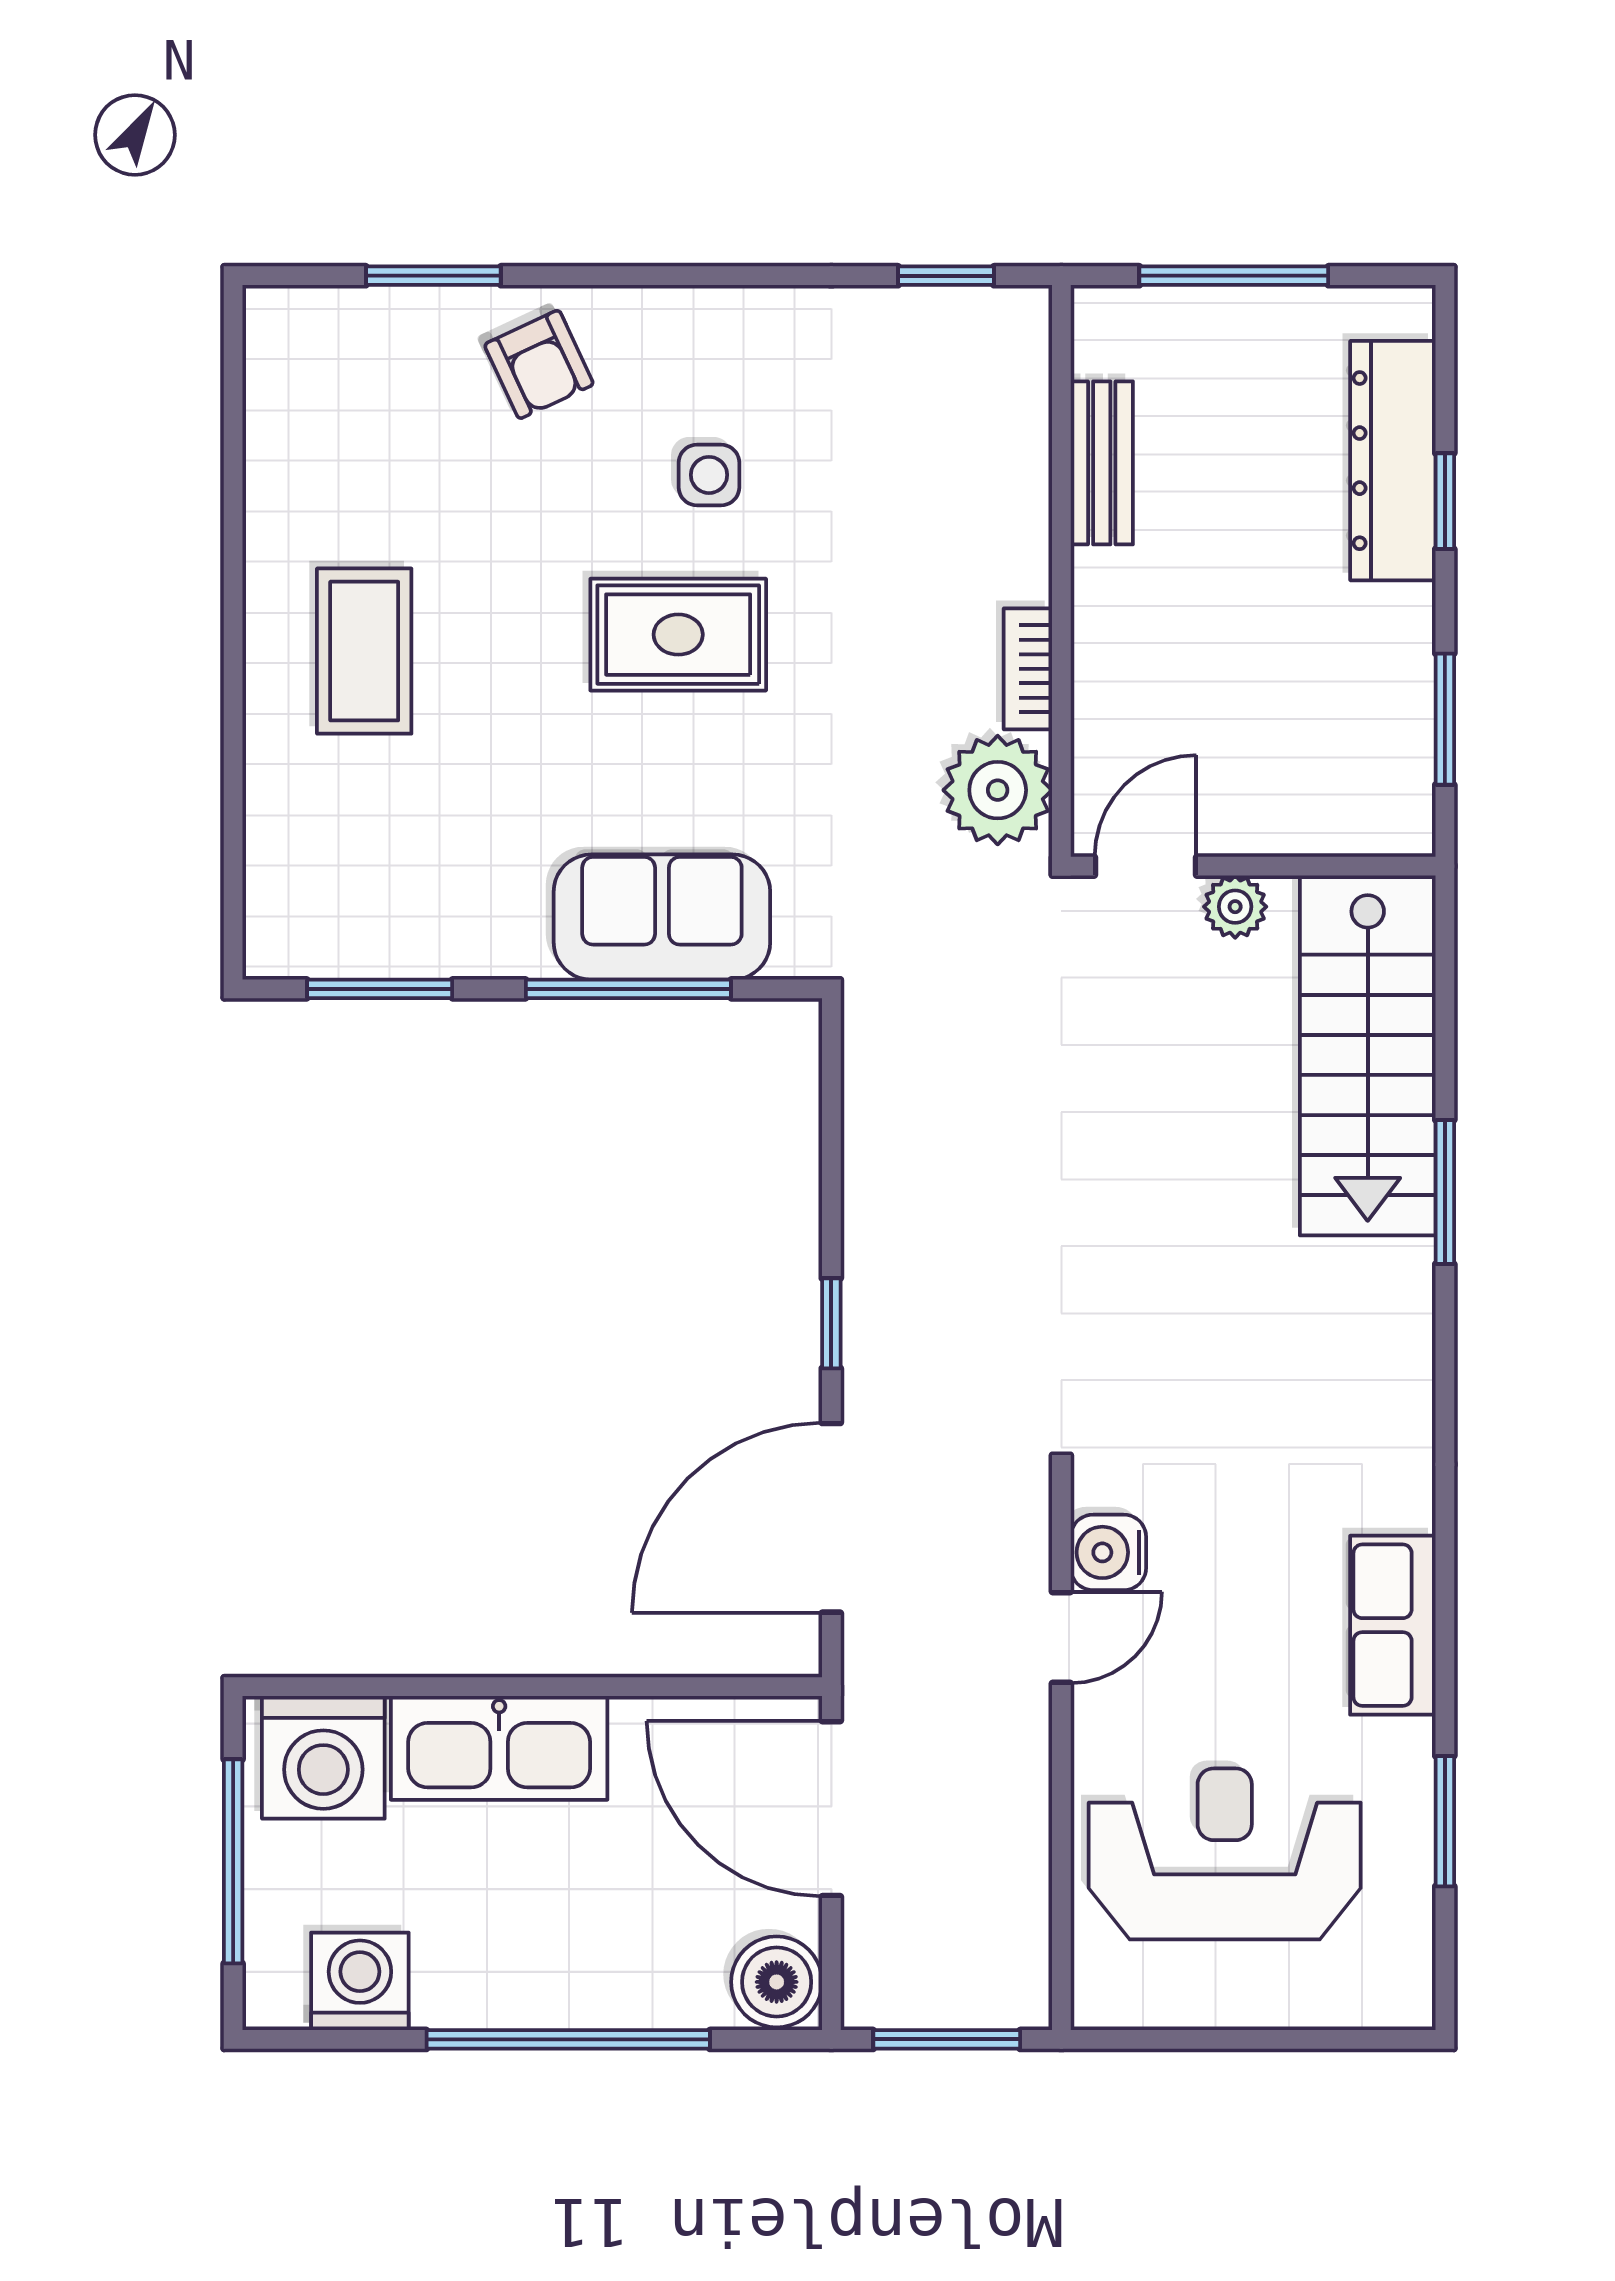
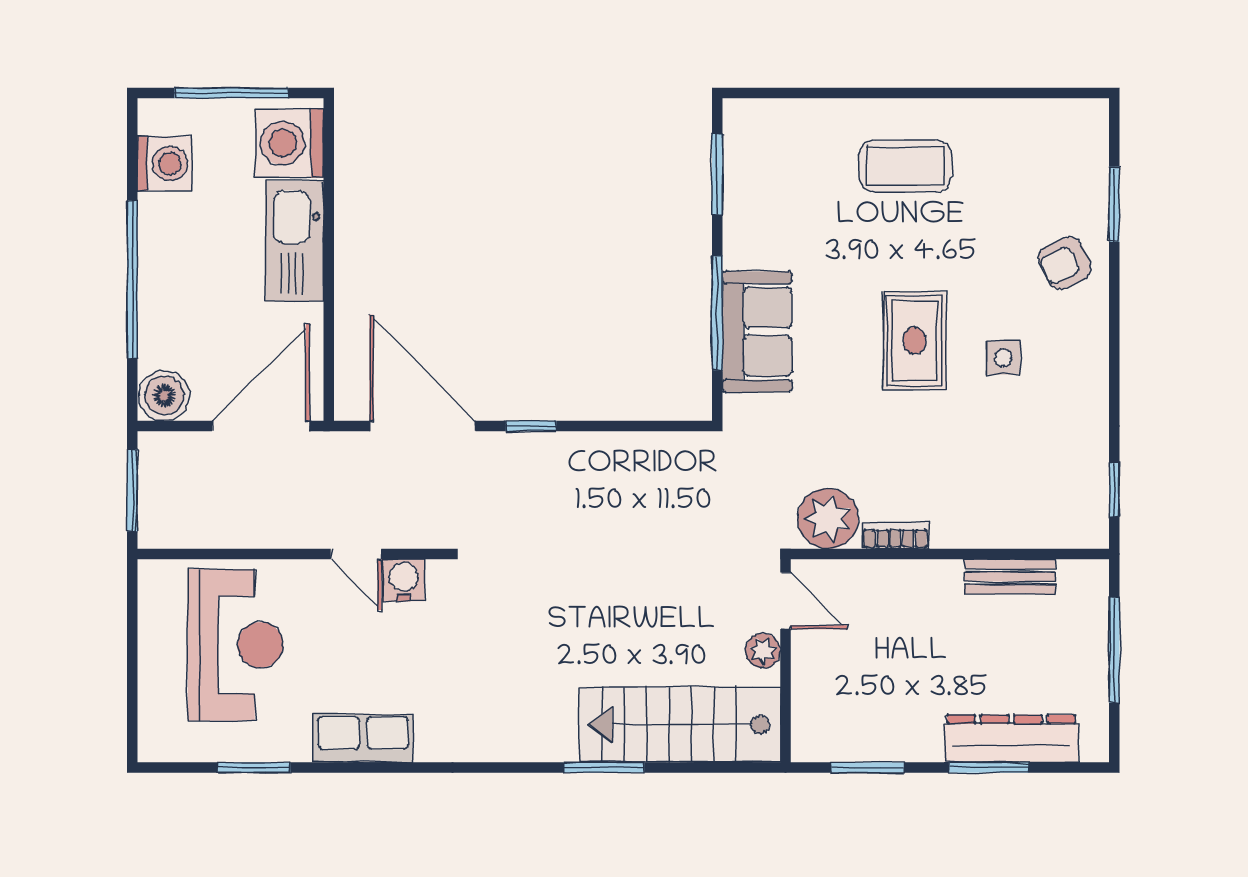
window: (1445, 501) -> (989, 767), width x1.50

